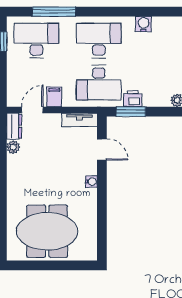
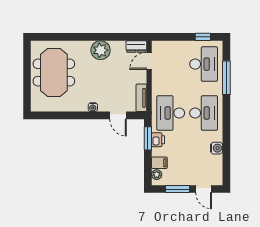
filing cabinet: (54, 97) -> (159, 163), moved
door: (32, 110) -> (149, 61), swing flipped
plant: (13, 147) -> (101, 50), moved, width x1.87, depth x1.87
door: (102, 150) -> (118, 115), hinge flipped

